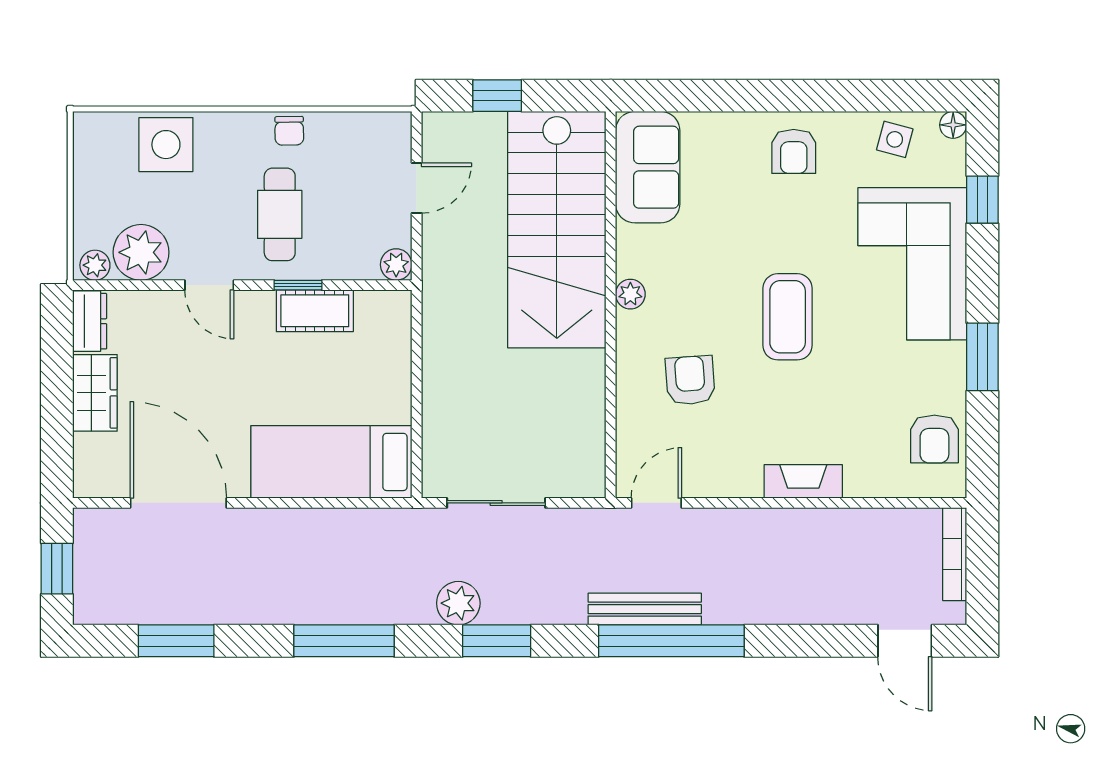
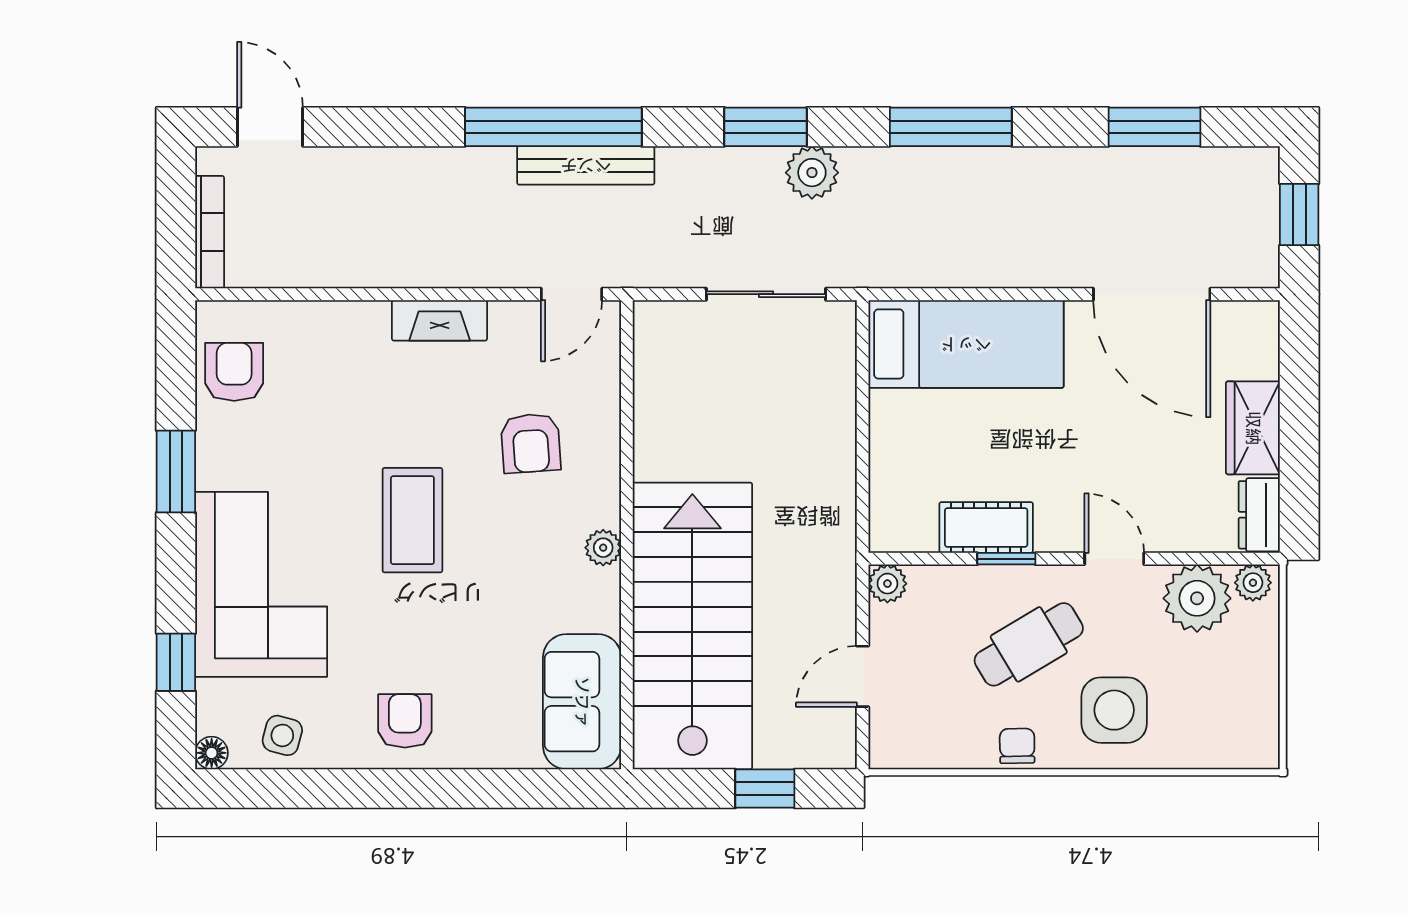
side table: (166, 145) -> (1114, 710), moved
cafe table: (280, 214) -> (1029, 644), turned 59
fireplace: (803, 481) -> (440, 320), moved

